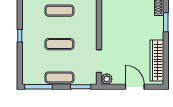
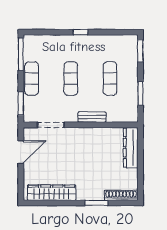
bench: (92, 26) -> (92, 117), added
plant: (107, 79) -> (30, 134), removed
door: (135, 87) -> (21, 152), moved

